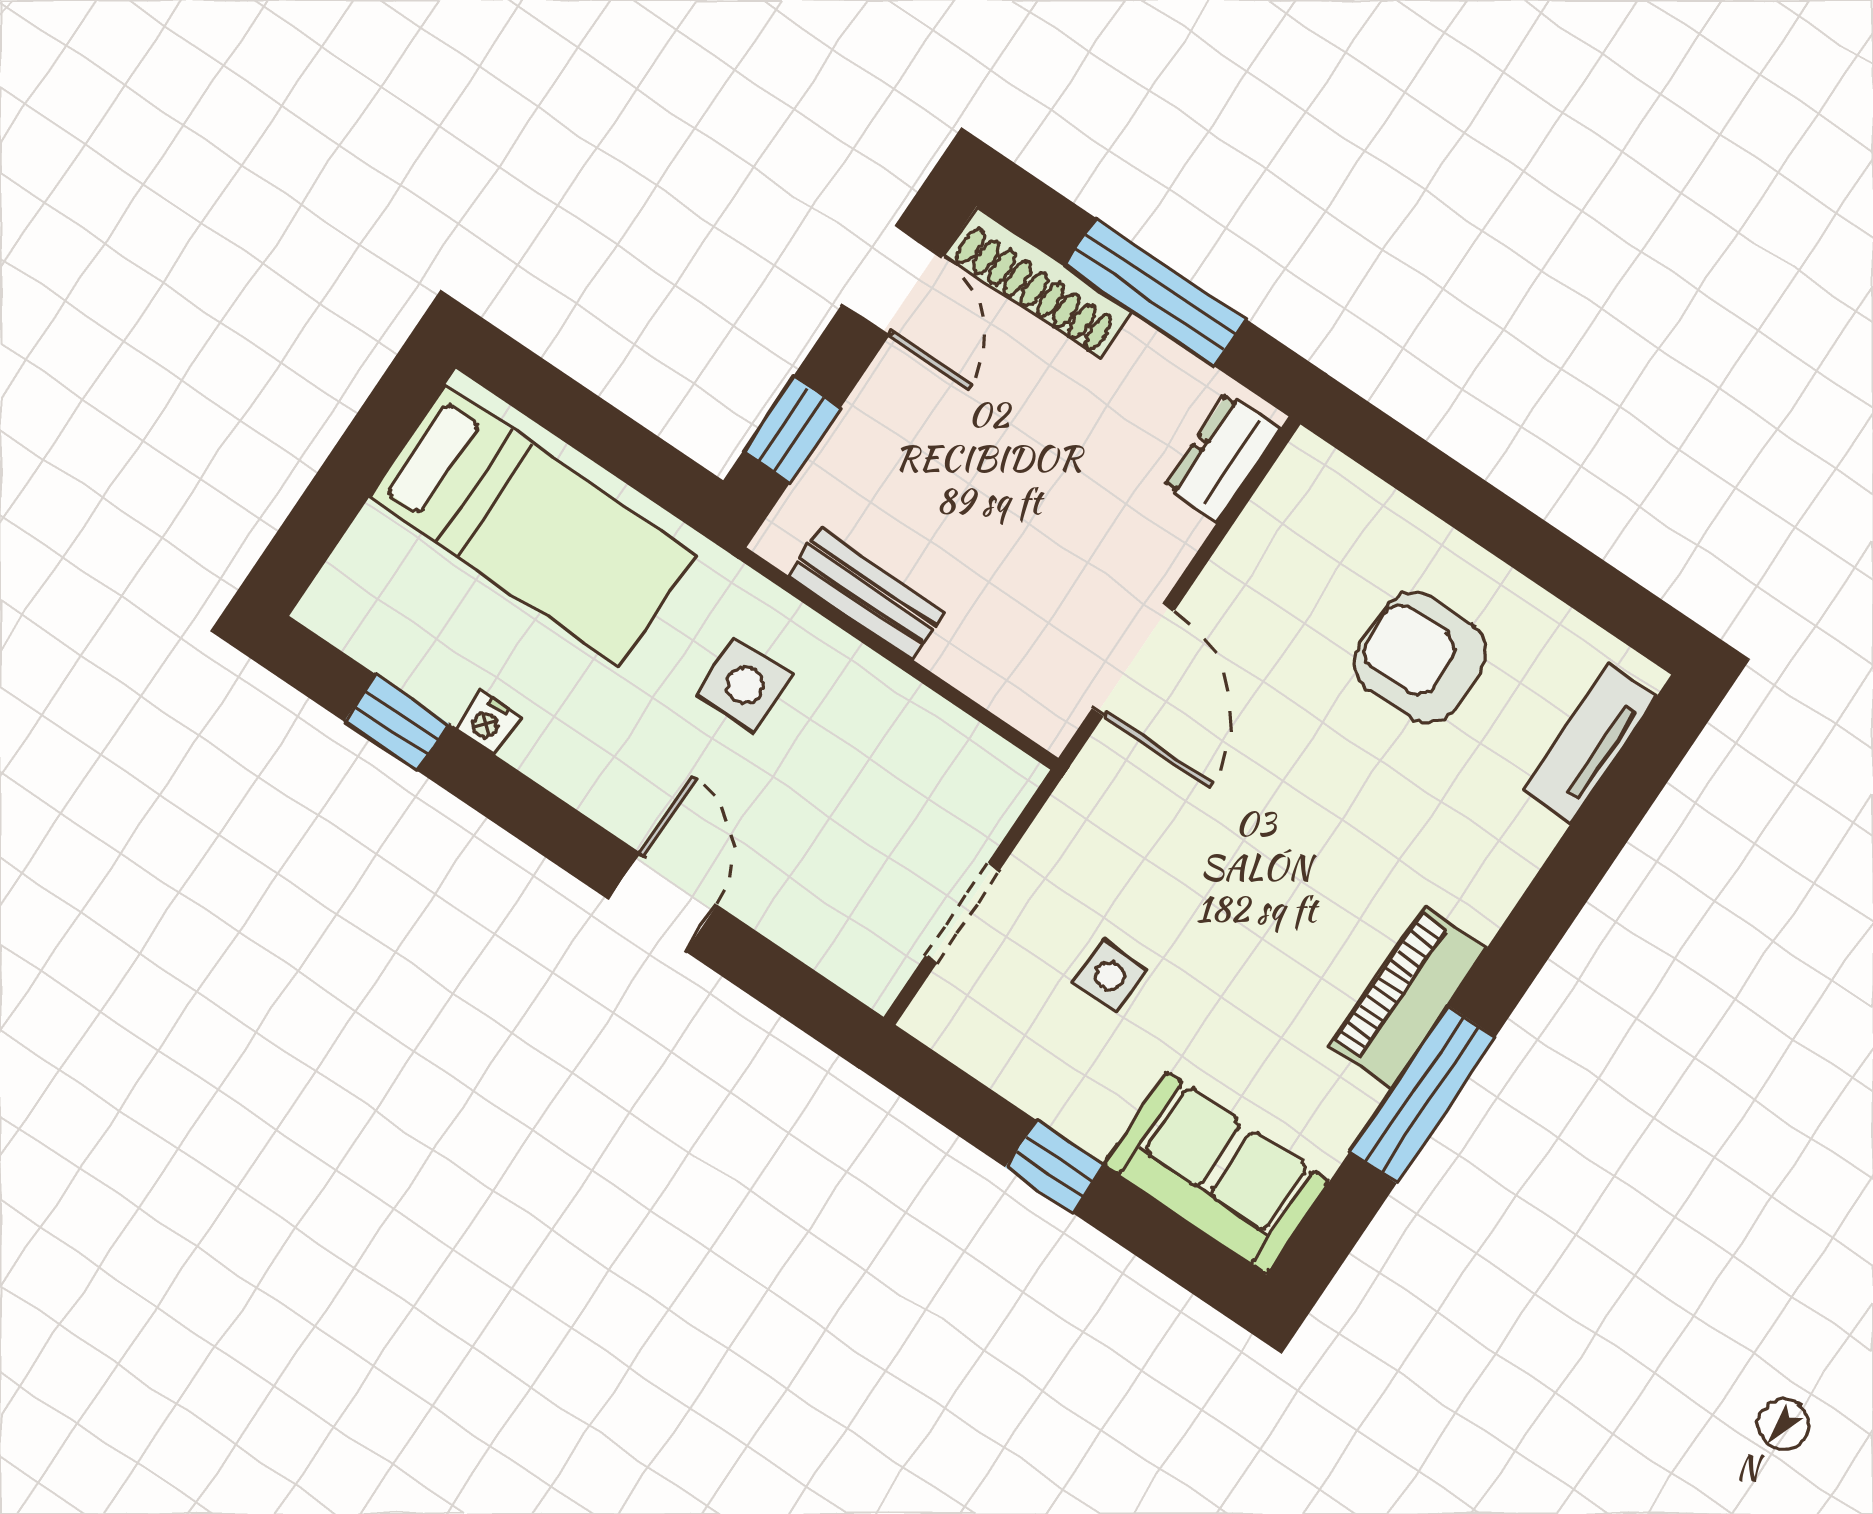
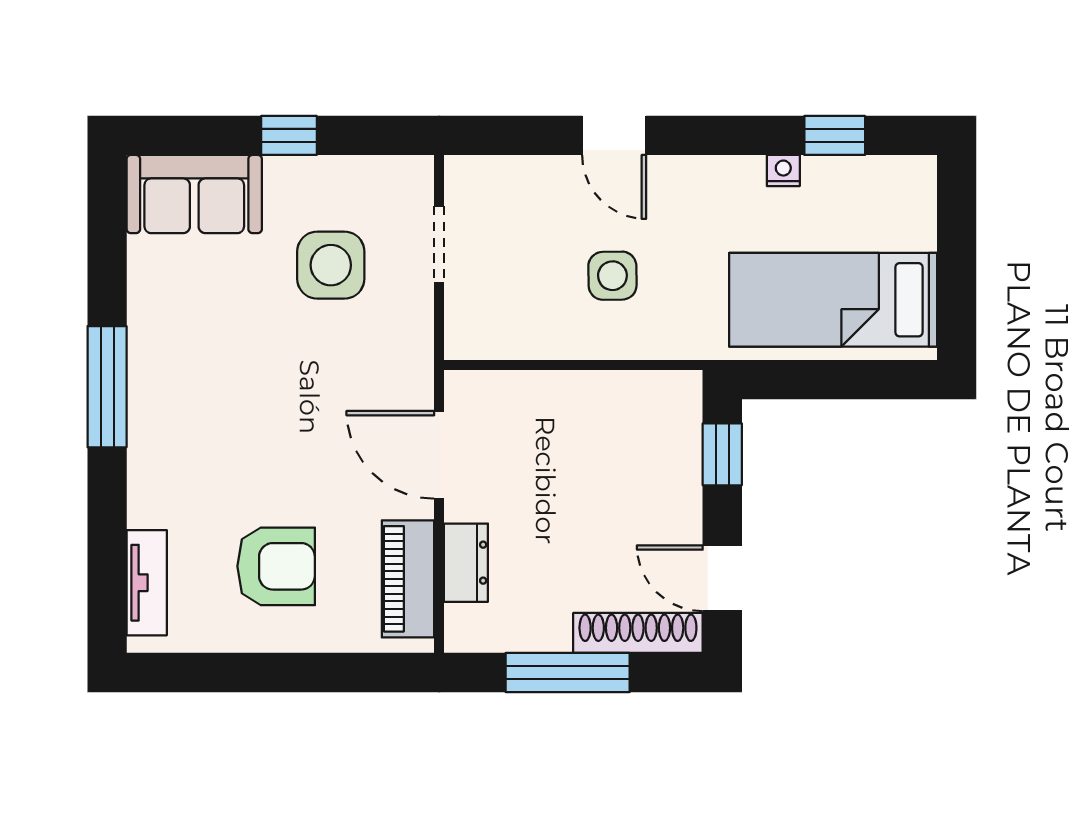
dresser: (1222, 458) -> (466, 563), moved
bench: (866, 594) -> (617, 389), removed
side table: (745, 685) -> (612, 276), moved
side table: (1110, 976) -> (331, 265), width x1.87, depth x1.87
piano: (1408, 997) -> (408, 579), moved, turned 180
window: (1422, 1094) -> (107, 387), moved

